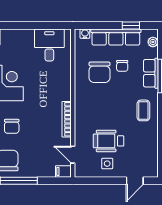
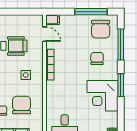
side table: (107, 164) -> (26, 75), moved

